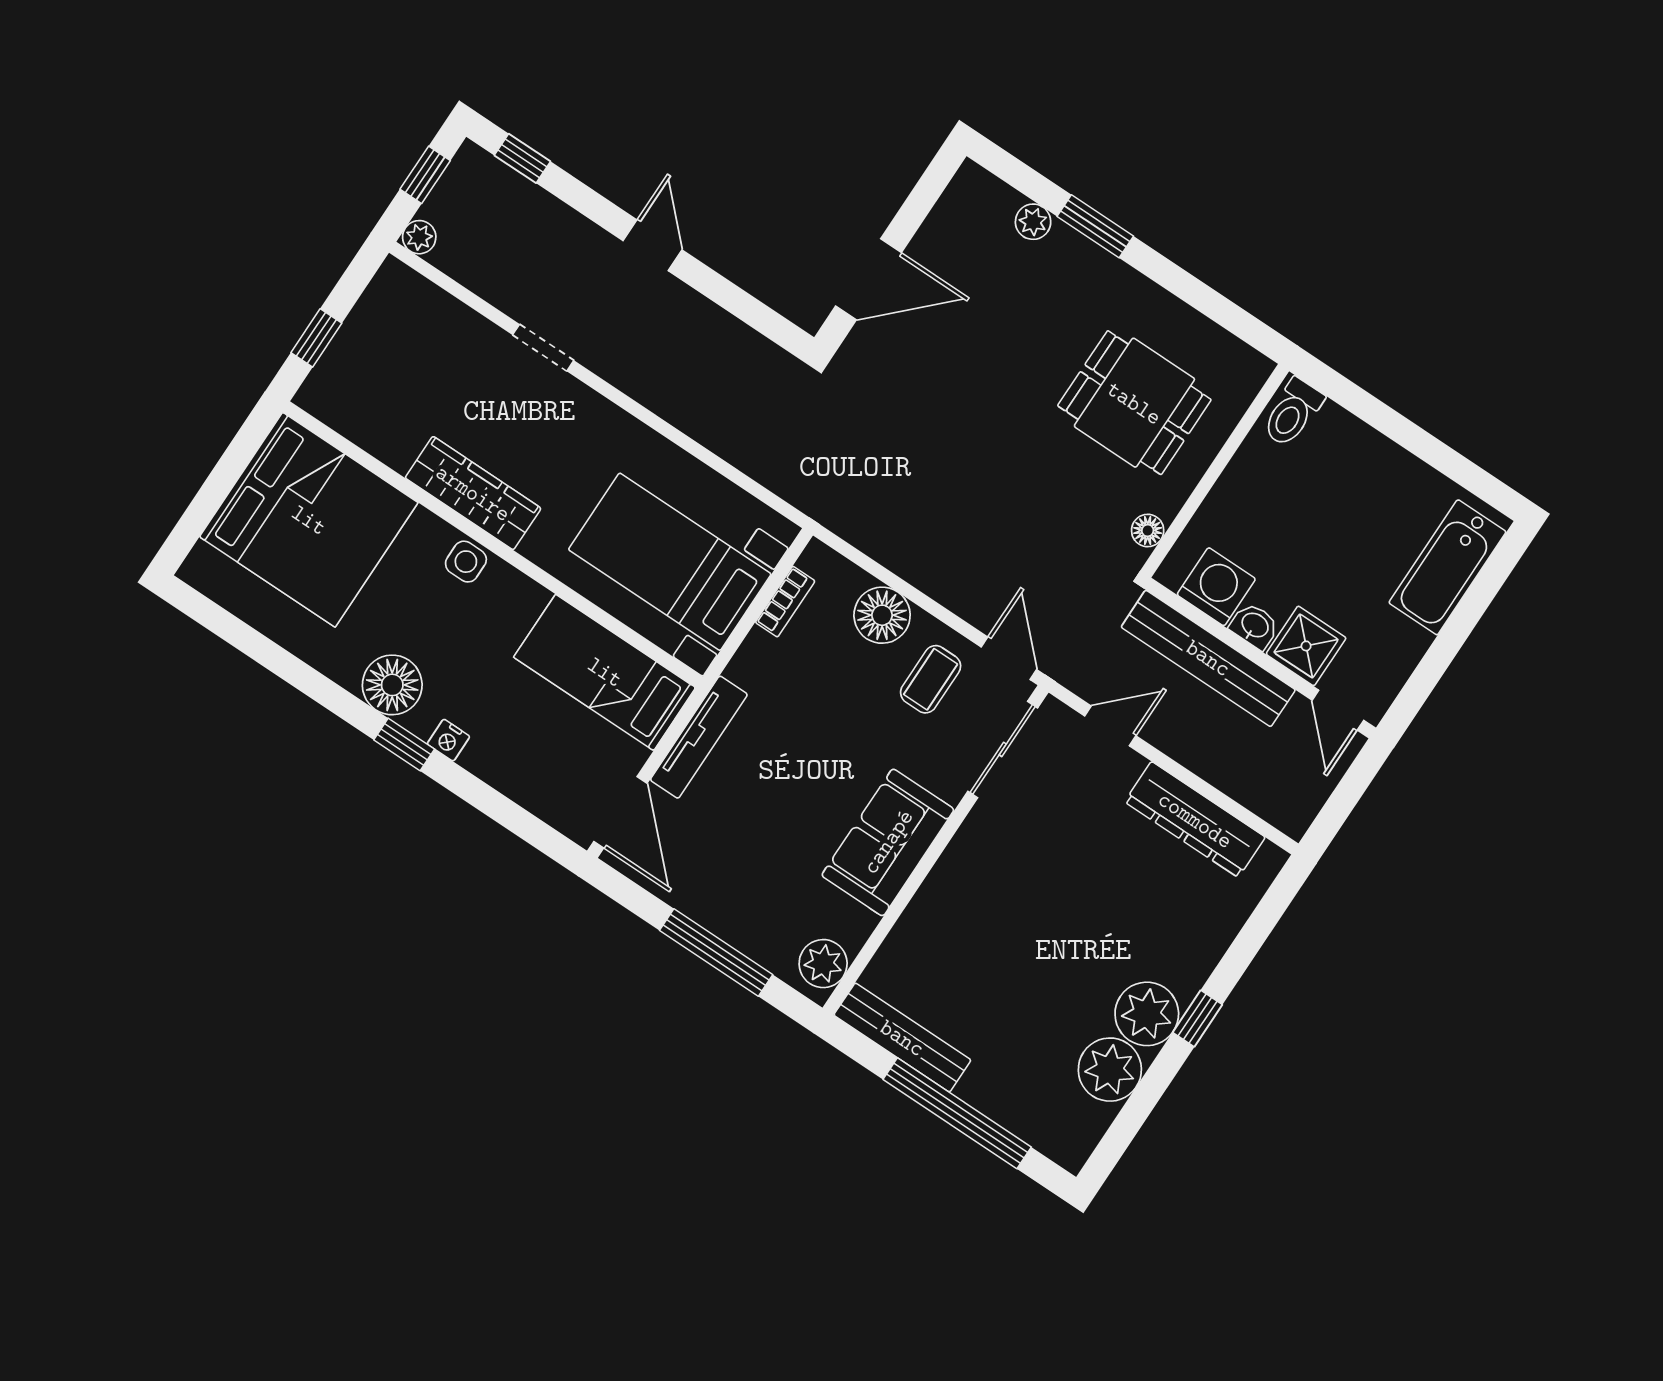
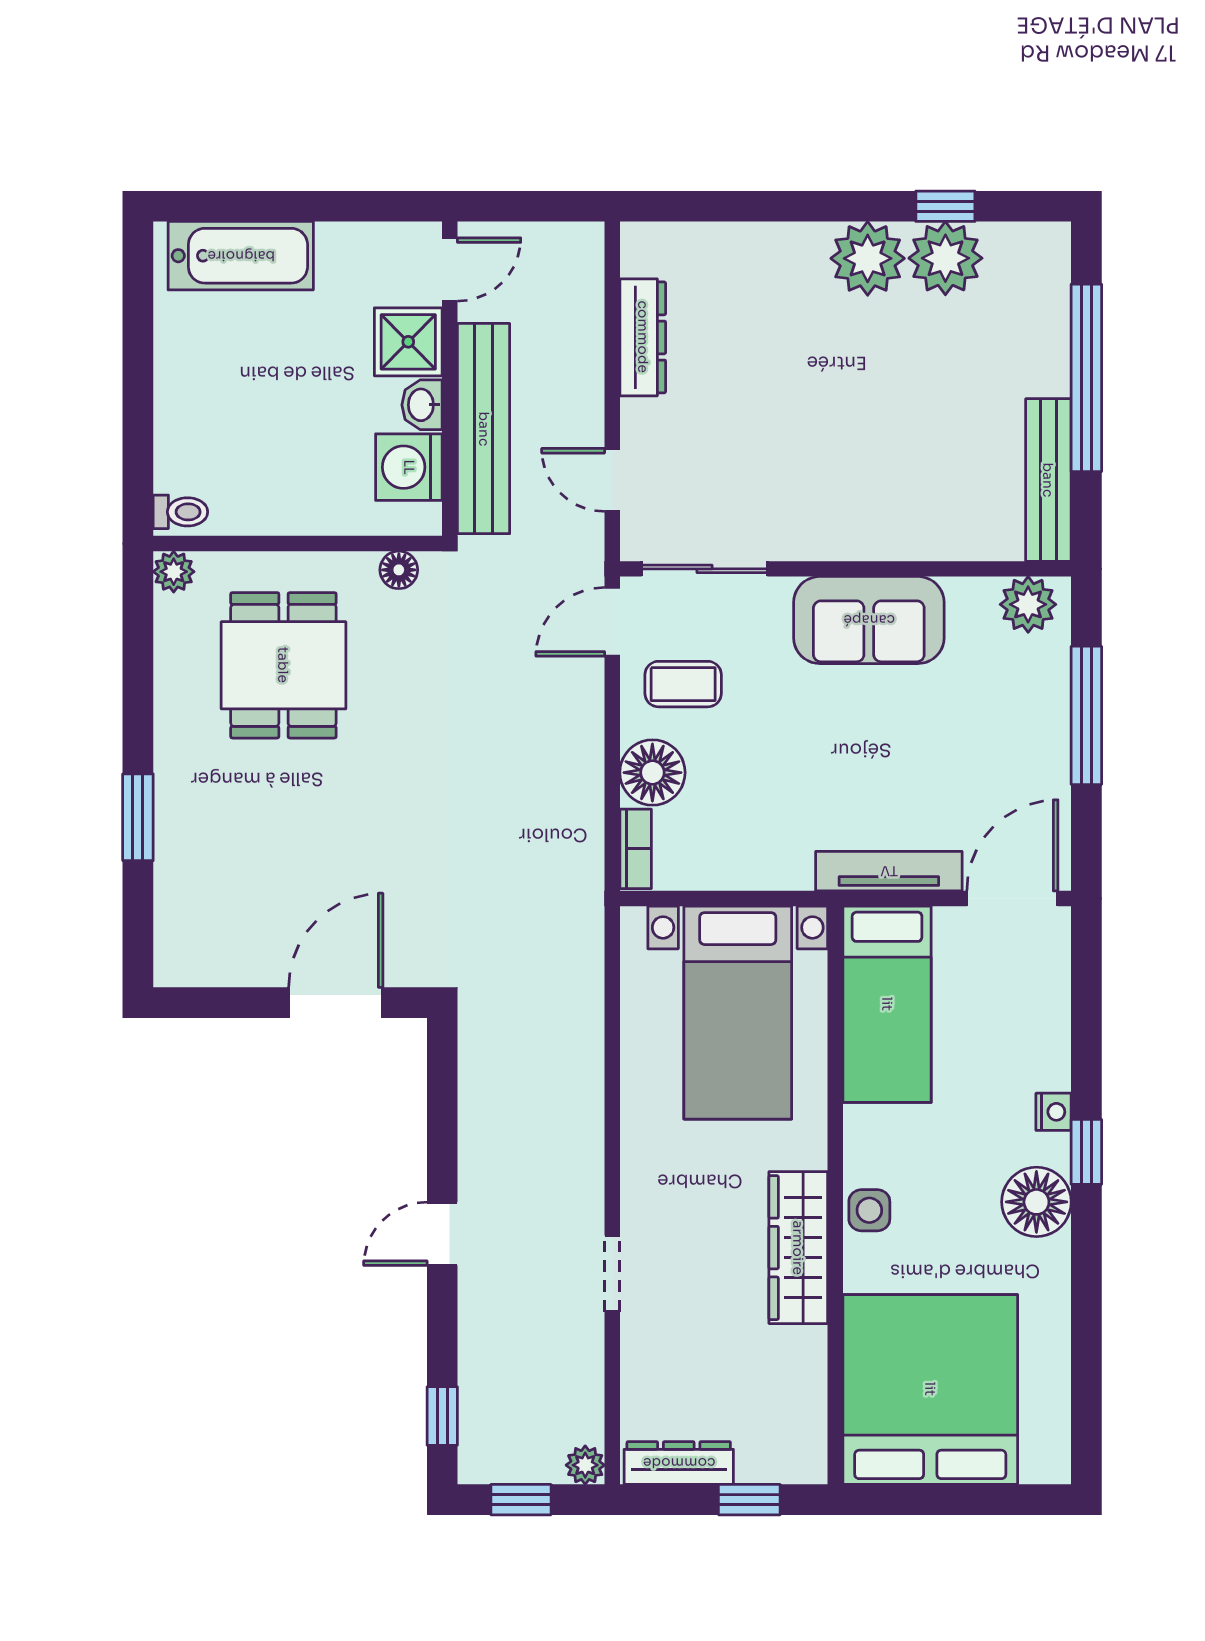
plant: (1033, 222) -> (174, 572), moved
door: (869, 279) -> (336, 1003), hinge flipped
dresser: (376, 305) -> (679, 1463), added
toilet: (1293, 413) -> (180, 512), width x0.73, depth x0.72
bookcase: (785, 602) -> (636, 849), moved, turned 90
dresser: (1195, 820) -> (643, 337), width x0.73, depth x0.80
window: (1198, 1019) -> (945, 206), moved

